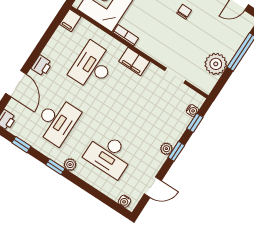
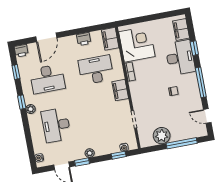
filing cabinet: (70, 20) -> (110, 39), width x2.00
printer: (42, 66) -> (84, 39), moved
window: (176, 151) -> (82, 162), moved

